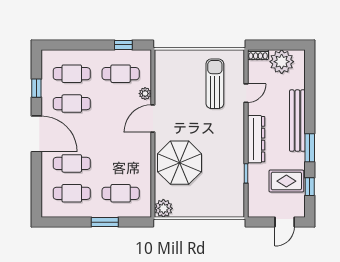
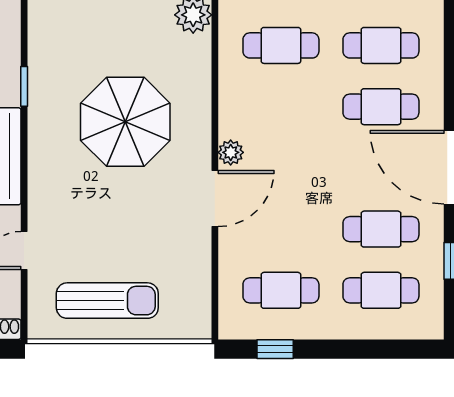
sun lounger: (215, 84) -> (107, 301), moved, turned -90
plant: (145, 94) -> (231, 152), moved
parasol: (180, 163) -> (125, 122), moved

